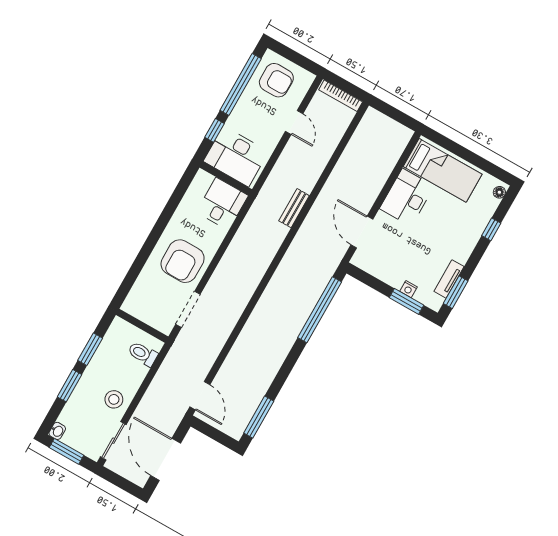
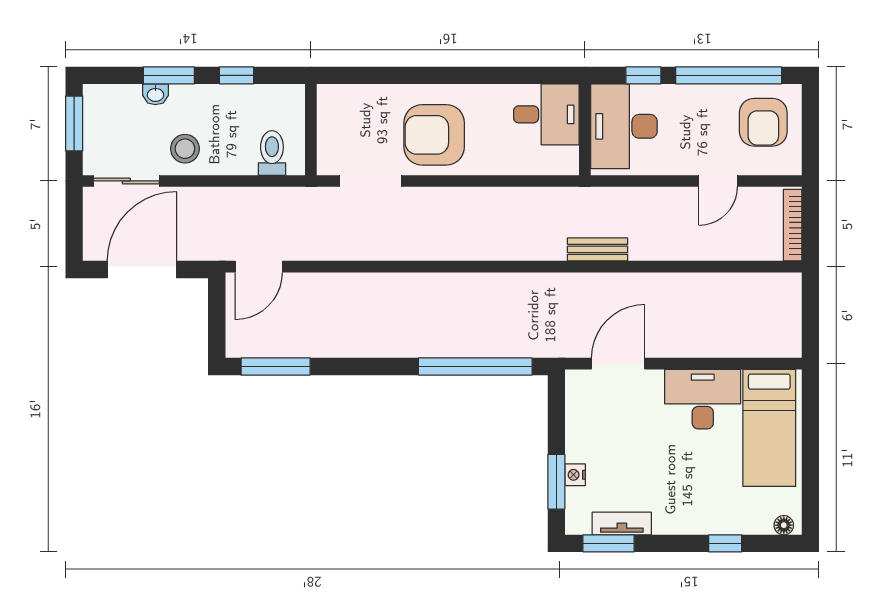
desk: (222, 204) -> (546, 114), moved
window: (90, 349) -> (237, 75), width x0.67
washbasin: (57, 431) -> (155, 94), moved

